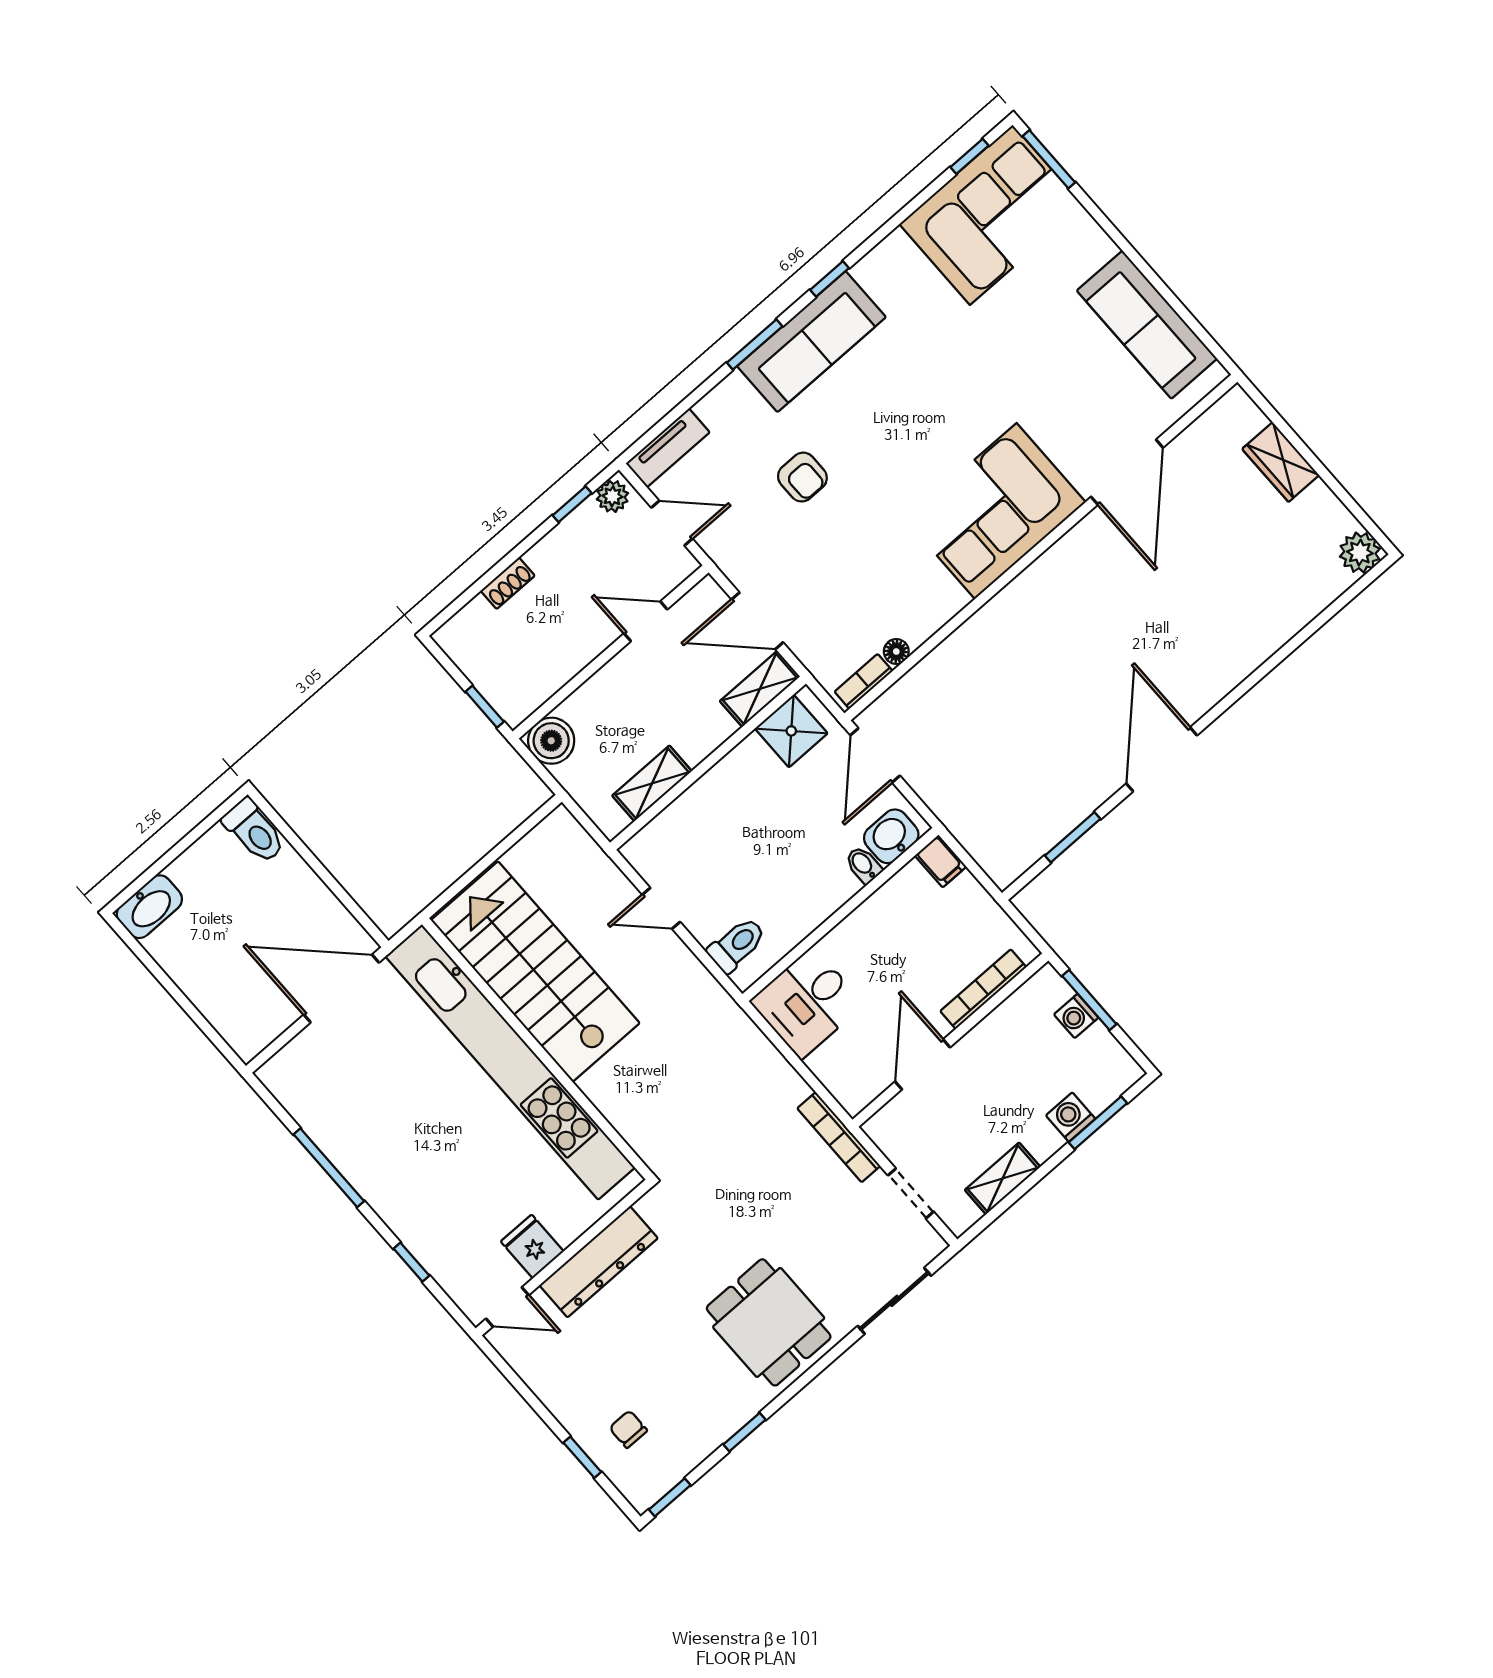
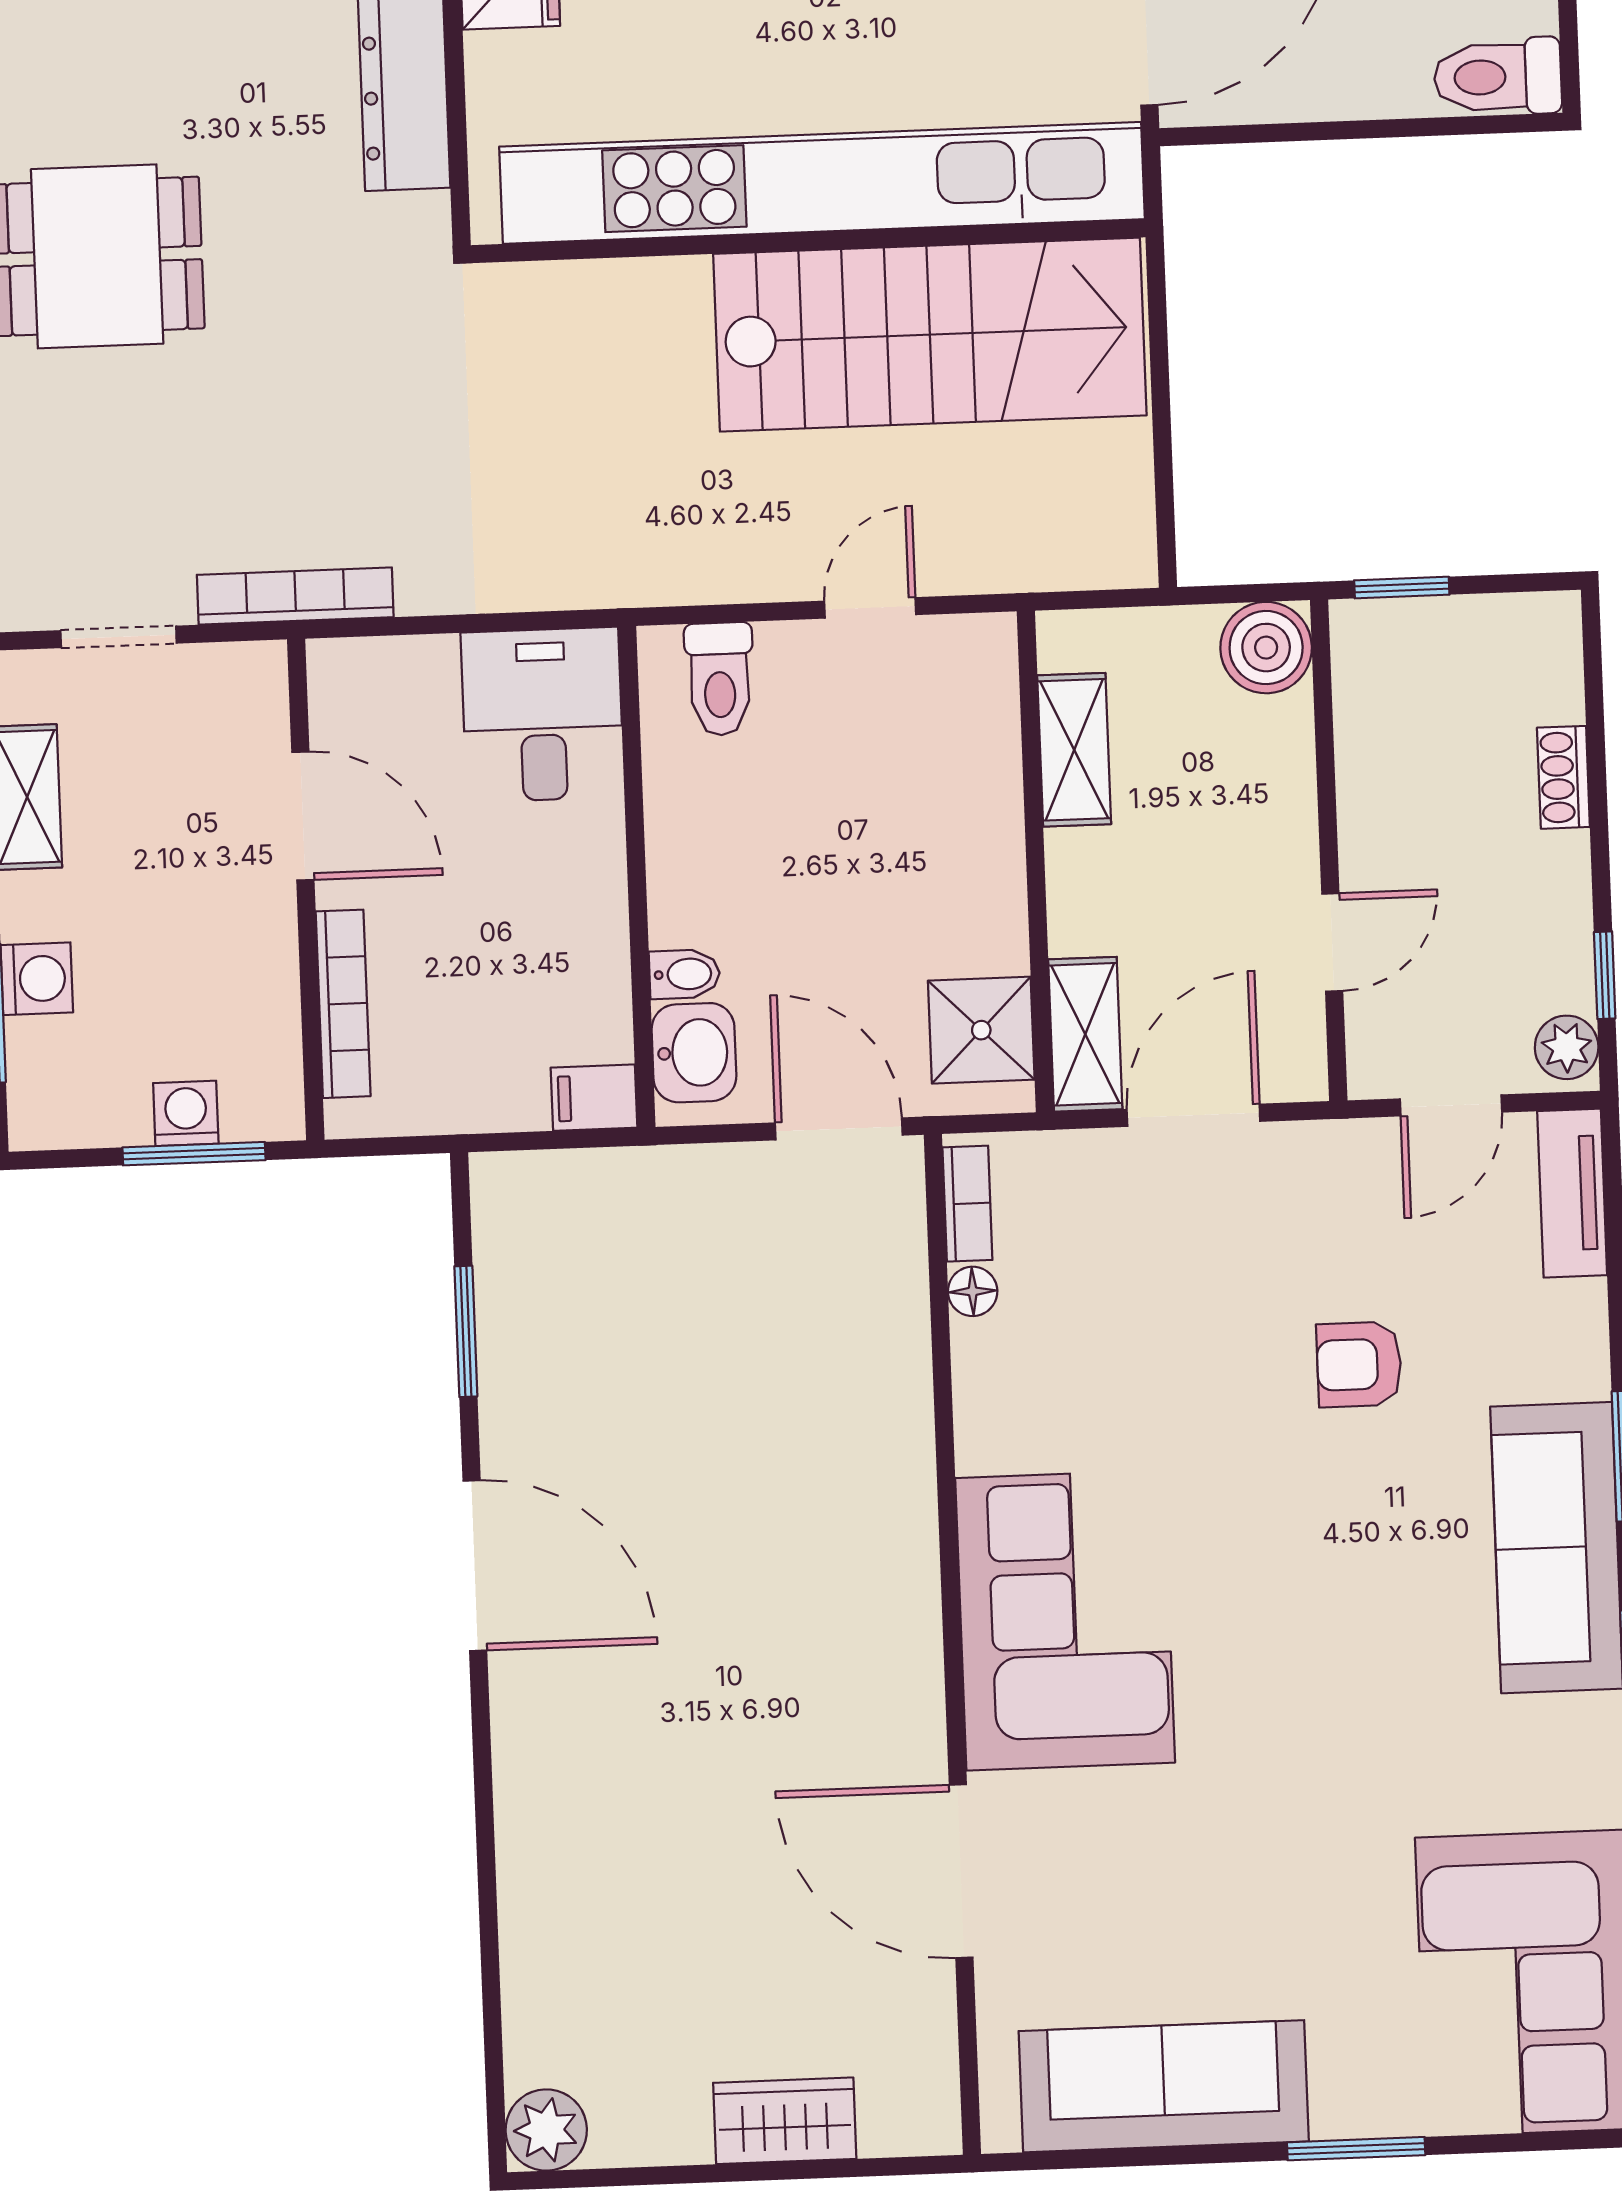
window: (1049, 159) -> (1356, 2149), moved

